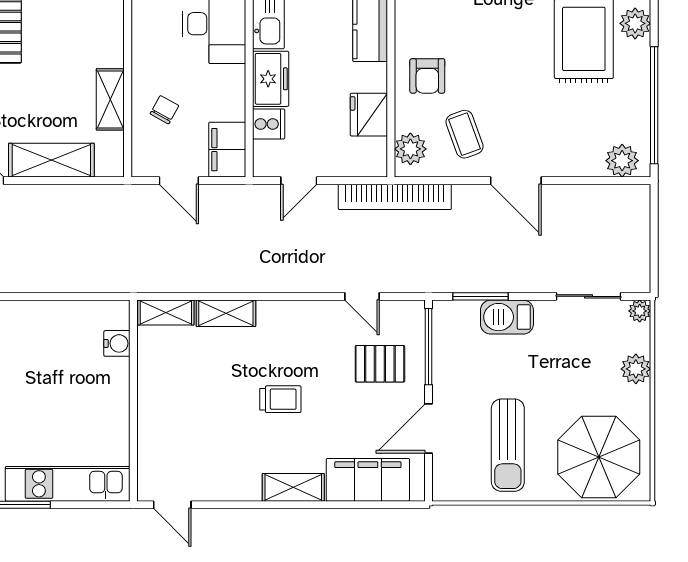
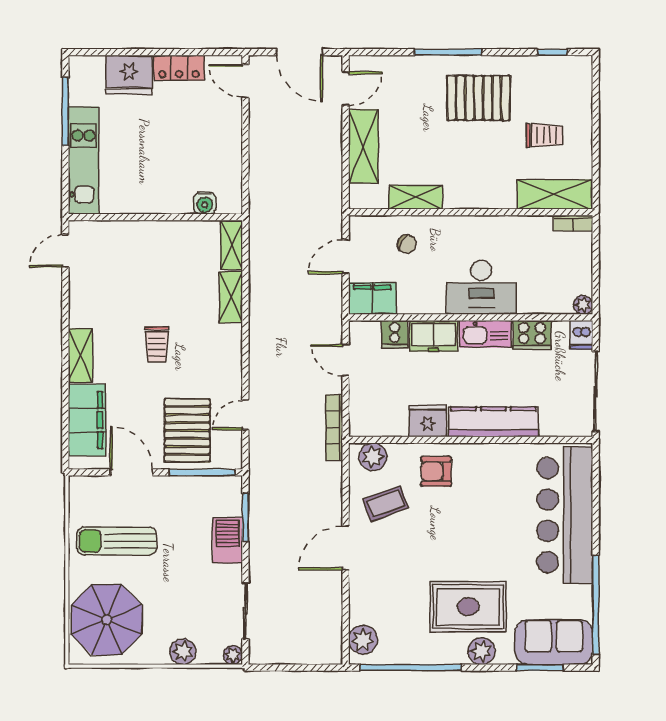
fridge: (369, 115) -> (428, 421), moved
bookcase: (395, 197) -> (334, 427), width x0.68, depth x0.76
pallet: (380, 364) -> (187, 430), width x1.50, depth x1.42

